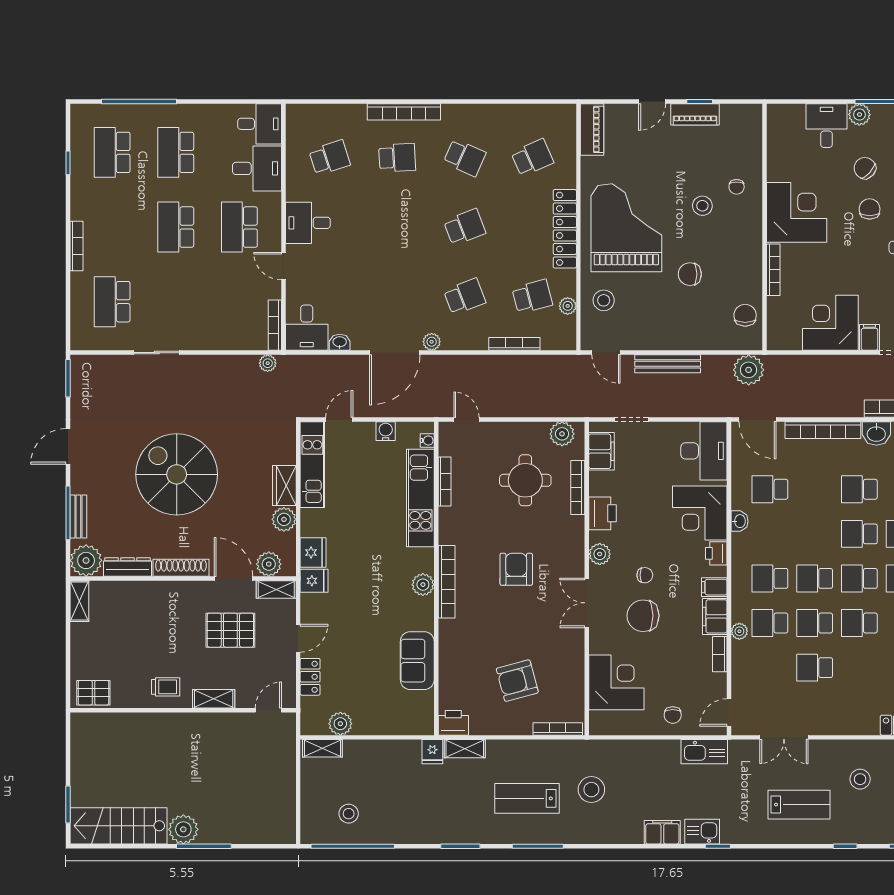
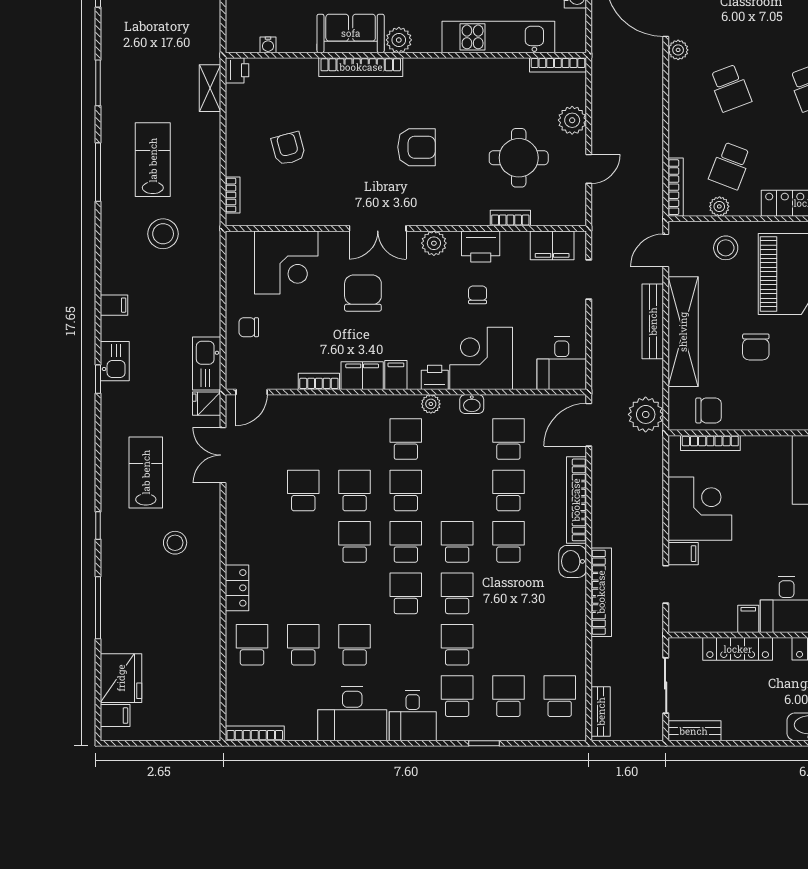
bookcase: (773, 270) -> (710, 443), moved
chair: (690, 274) -> (756, 347), turned 180
school desk: (532, 296) -> (730, 166), turned 36
shelving: (677, 337) -> (683, 332), added
bookcase: (514, 344) -> (676, 187), moved
door: (466, 419) -> (589, 169), moved
plant: (562, 434) -> (572, 120), moved
water cooler: (427, 441) -> (268, 45), moved
desk: (704, 451) -> (562, 363), width x0.73
bookcase: (445, 482) -> (558, 65), moved
bookcase: (578, 488) -> (510, 218), width x0.64
chair: (645, 575) -> (478, 295), moved, turned 180
bookcase: (447, 582) -> (361, 67), moved
double door: (587, 603) -> (378, 228), swing flipped
school desk: (770, 623) -> (508, 490), moved
plant: (739, 631) -> (431, 404), moved
sofa: (417, 661) -> (351, 33), moved
armchair: (517, 681) -> (288, 148), width x0.72, depth x0.72
door: (729, 713) -> (252, 392), swing flipped
printer: (453, 723) -> (237, 70), width x0.73, depth x0.81
bookcase: (558, 729) -> (233, 195), width x0.64
fridge: (432, 752) -> (207, 404), moved
lab bench: (799, 805) -> (146, 472), turned 180
filing cabinet: (662, 832) -> (114, 305), width x0.50

